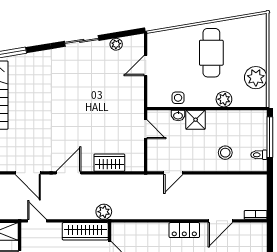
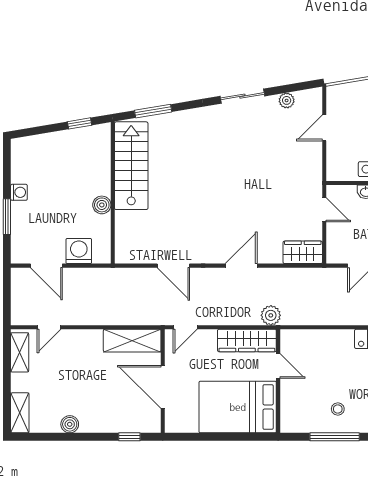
wardrobe: (109, 163) -> (303, 252), moved
door: (69, 173) -> (241, 266), moved
door: (37, 221) -> (185, 327), swing flipped

